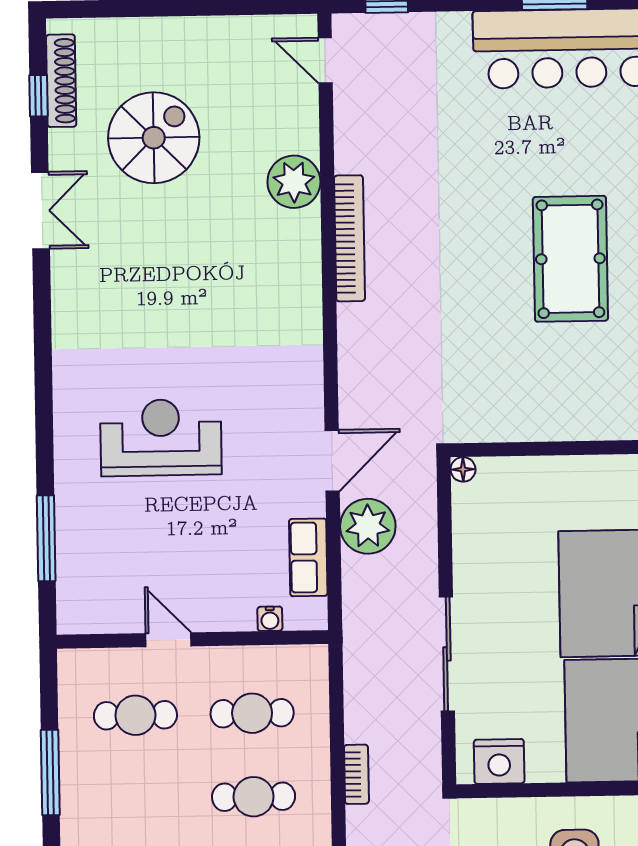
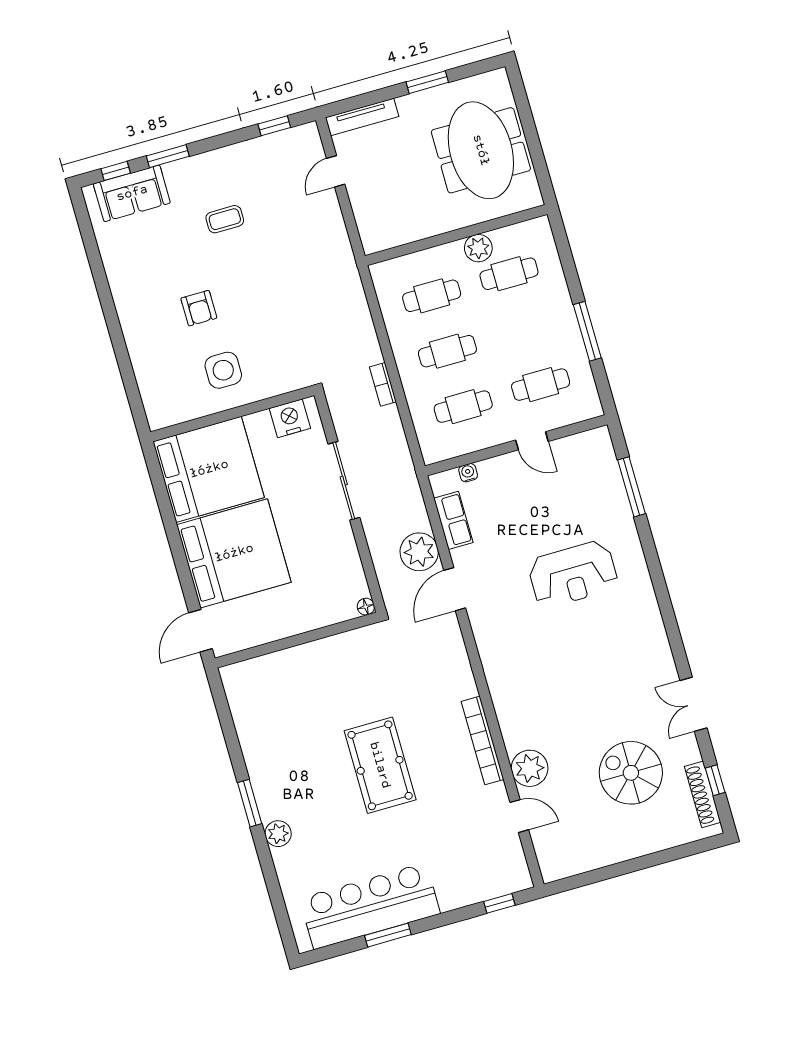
door: (325, 60) -> (519, 816), moved
spiral stairs: (154, 138) -> (631, 773), turned 90
pool table: (570, 259) -> (380, 765), moved

